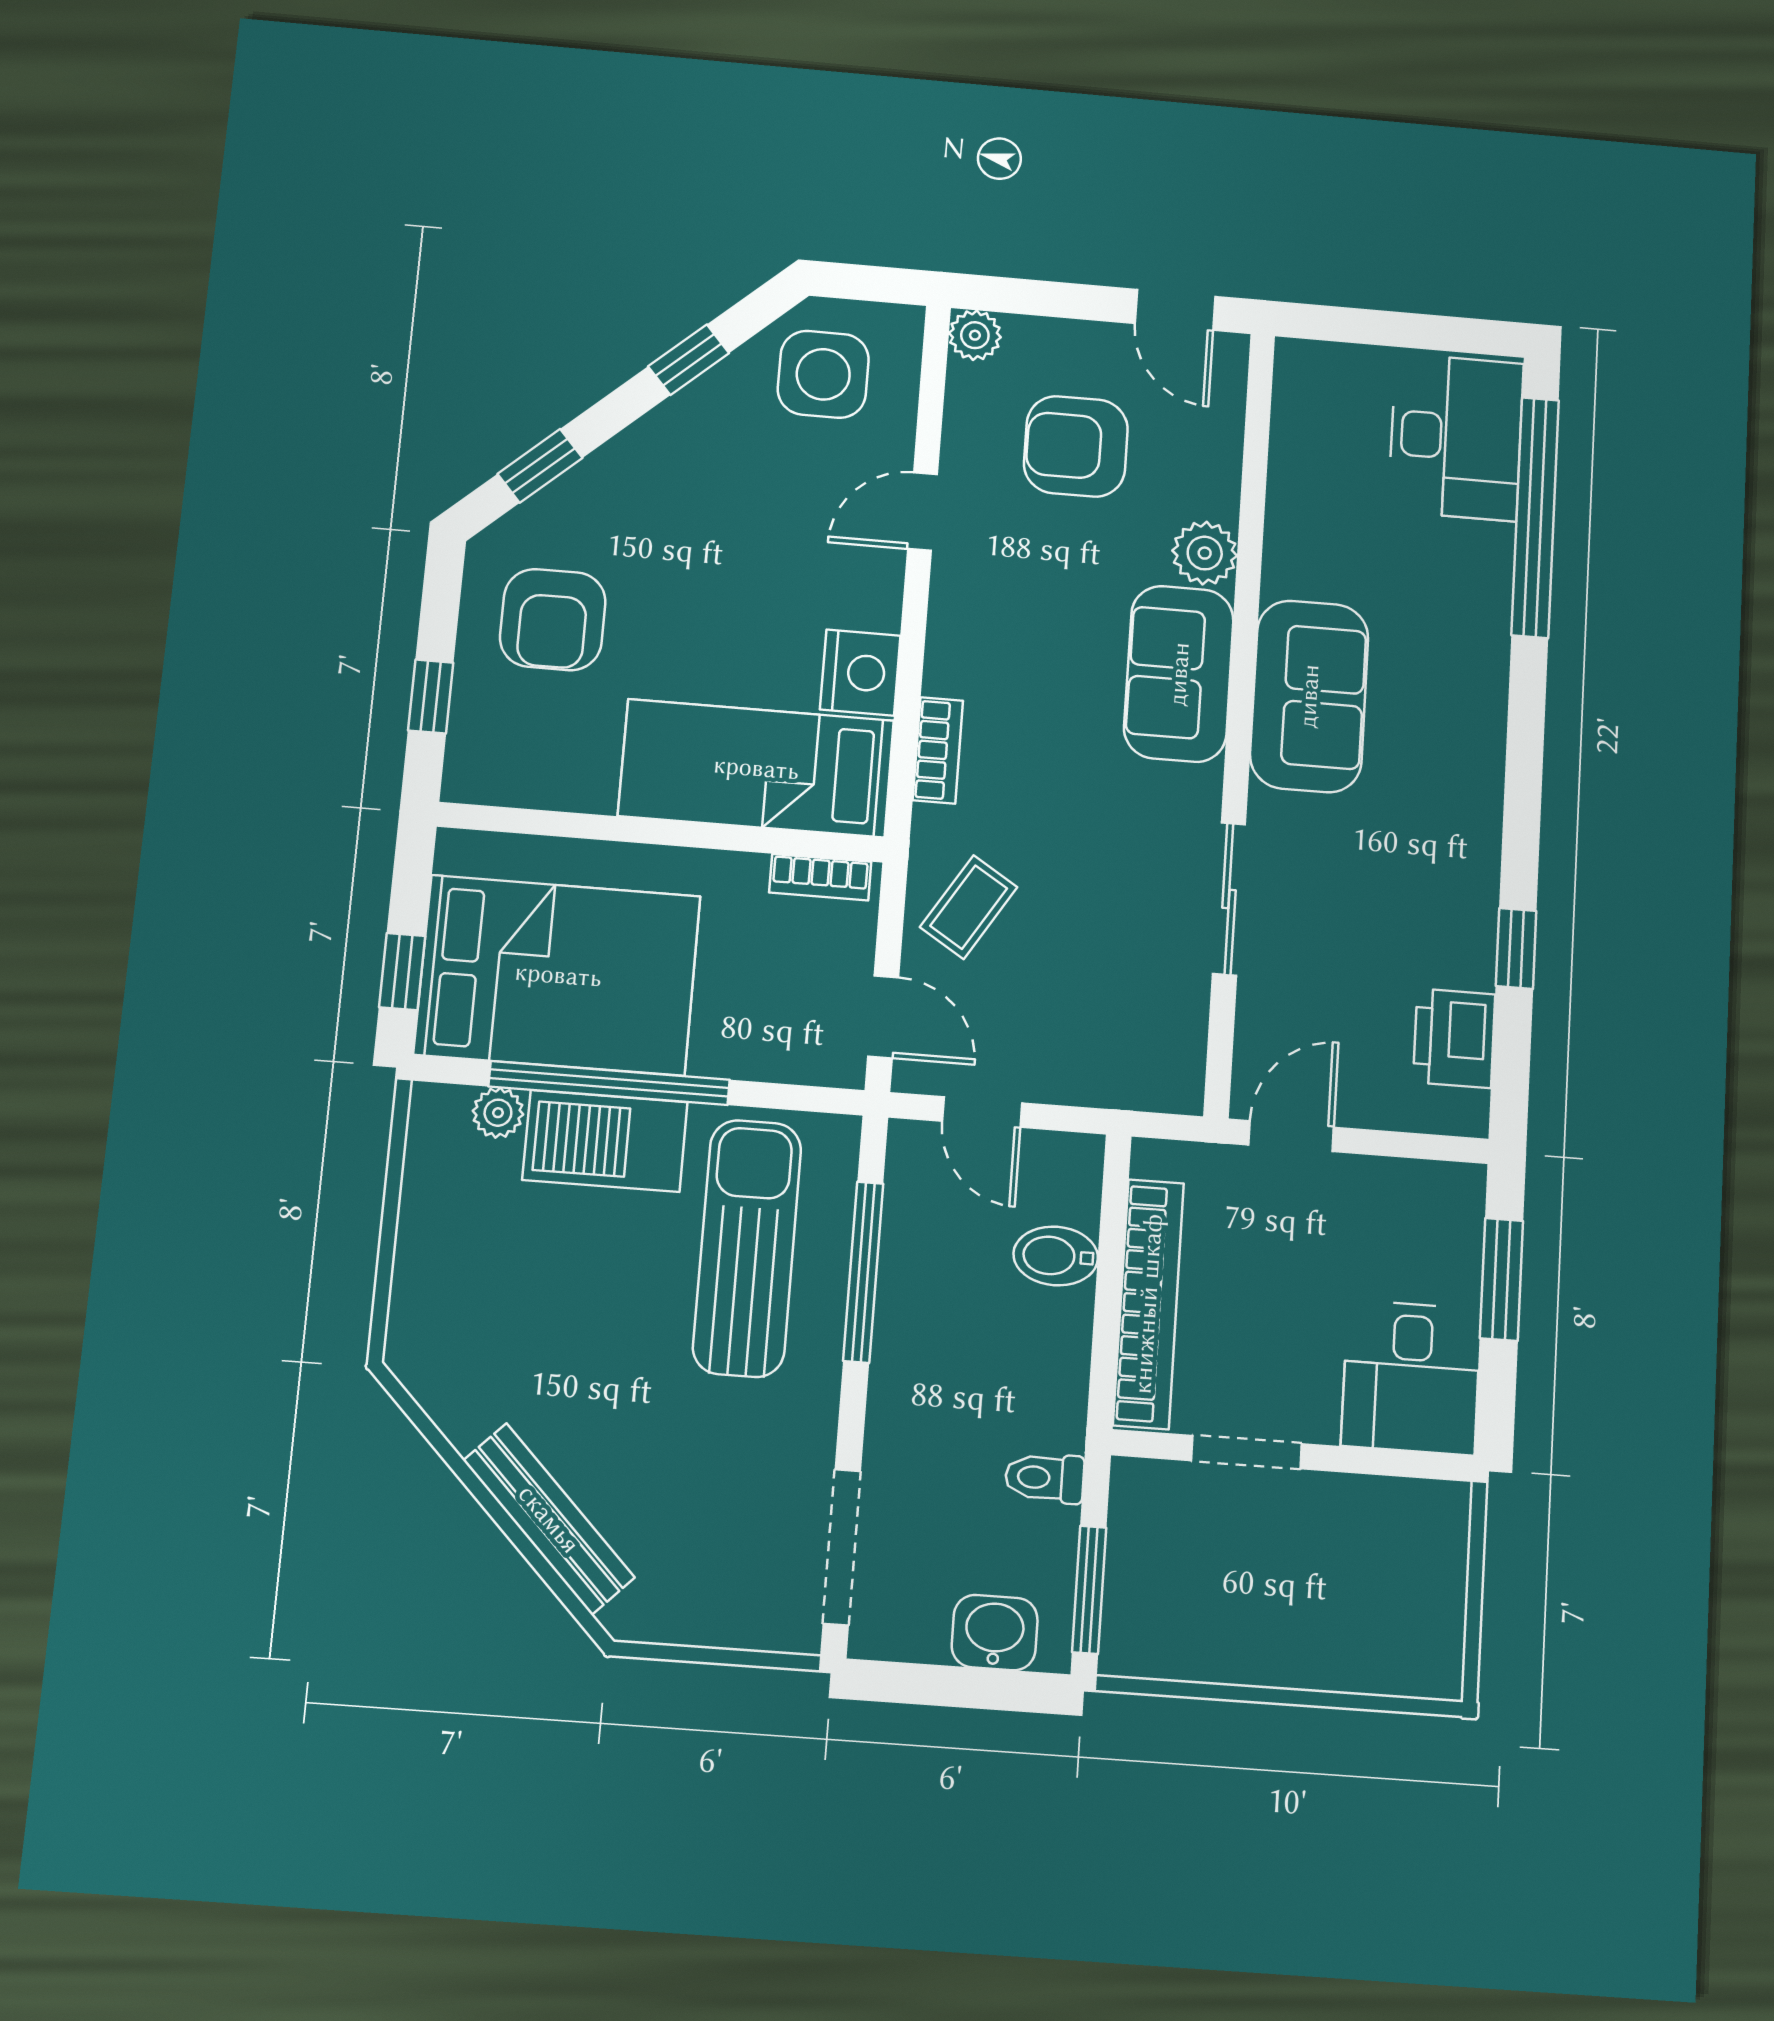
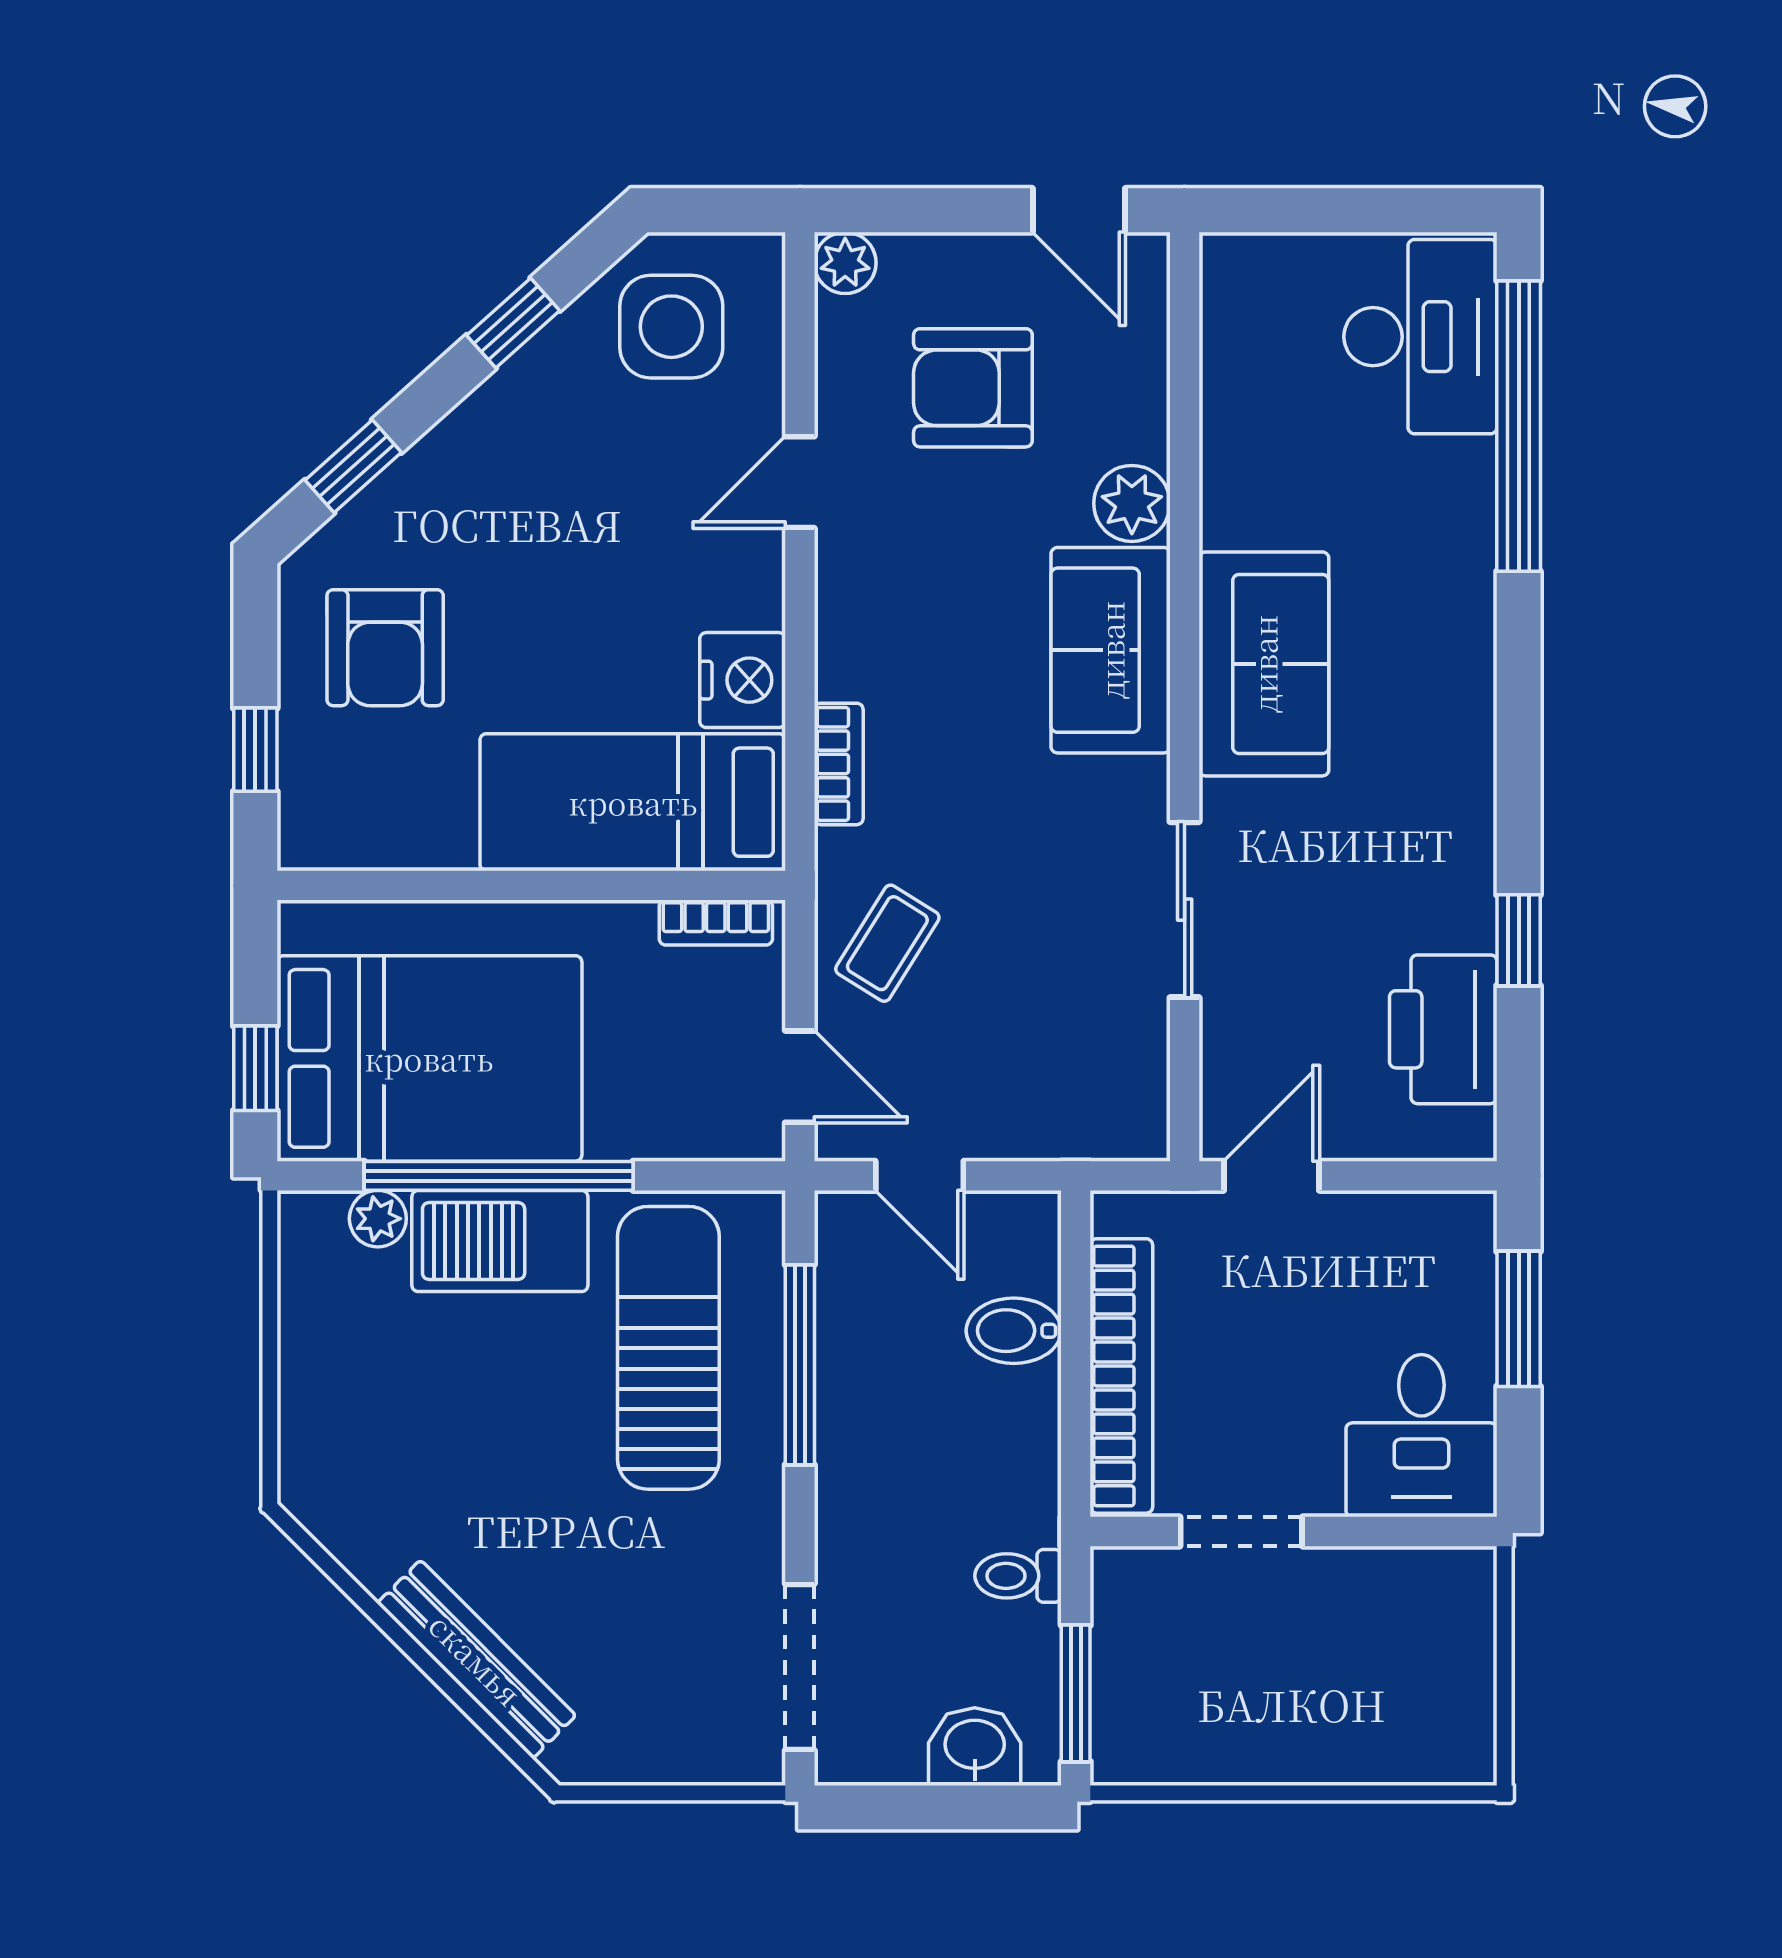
printer: (1454, 1038) -> (1443, 1029), width x1.37, depth x1.19

